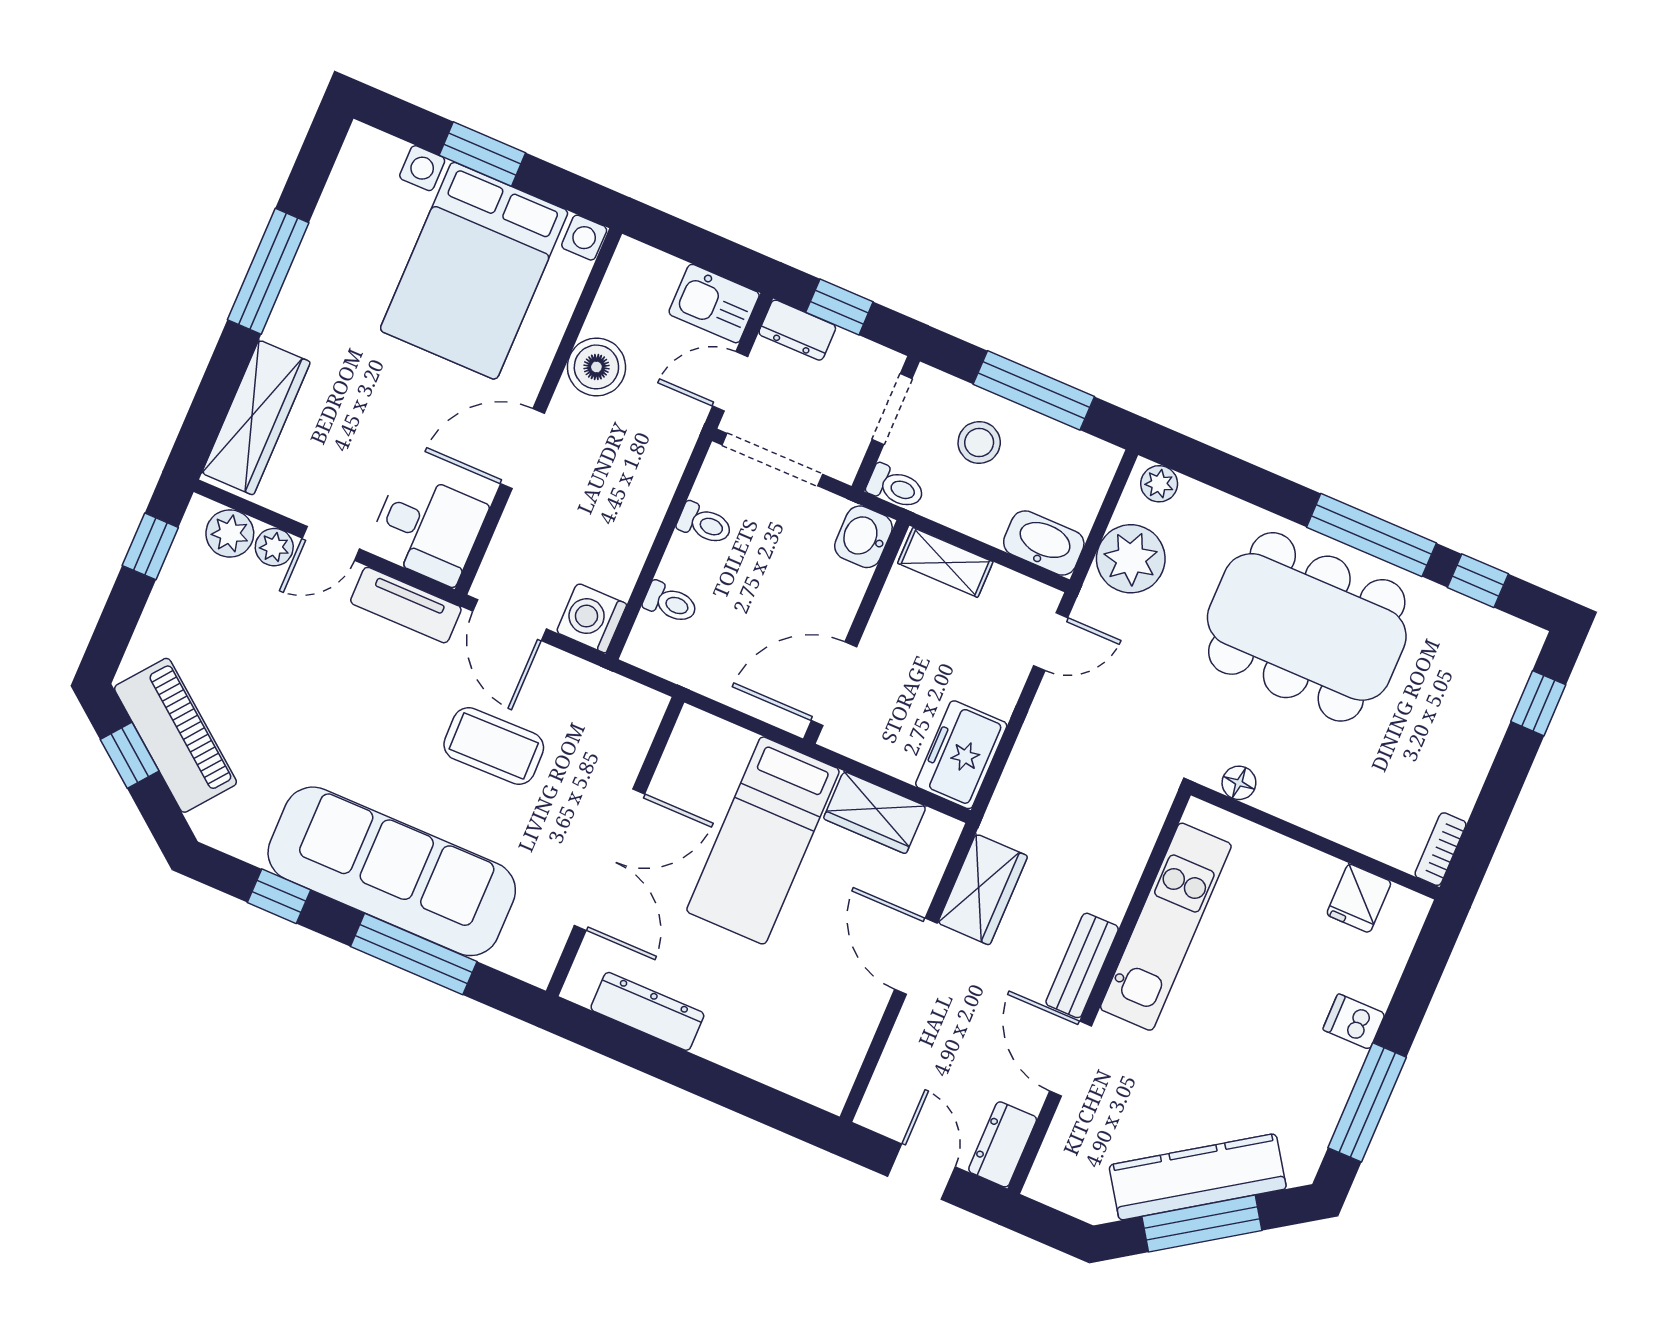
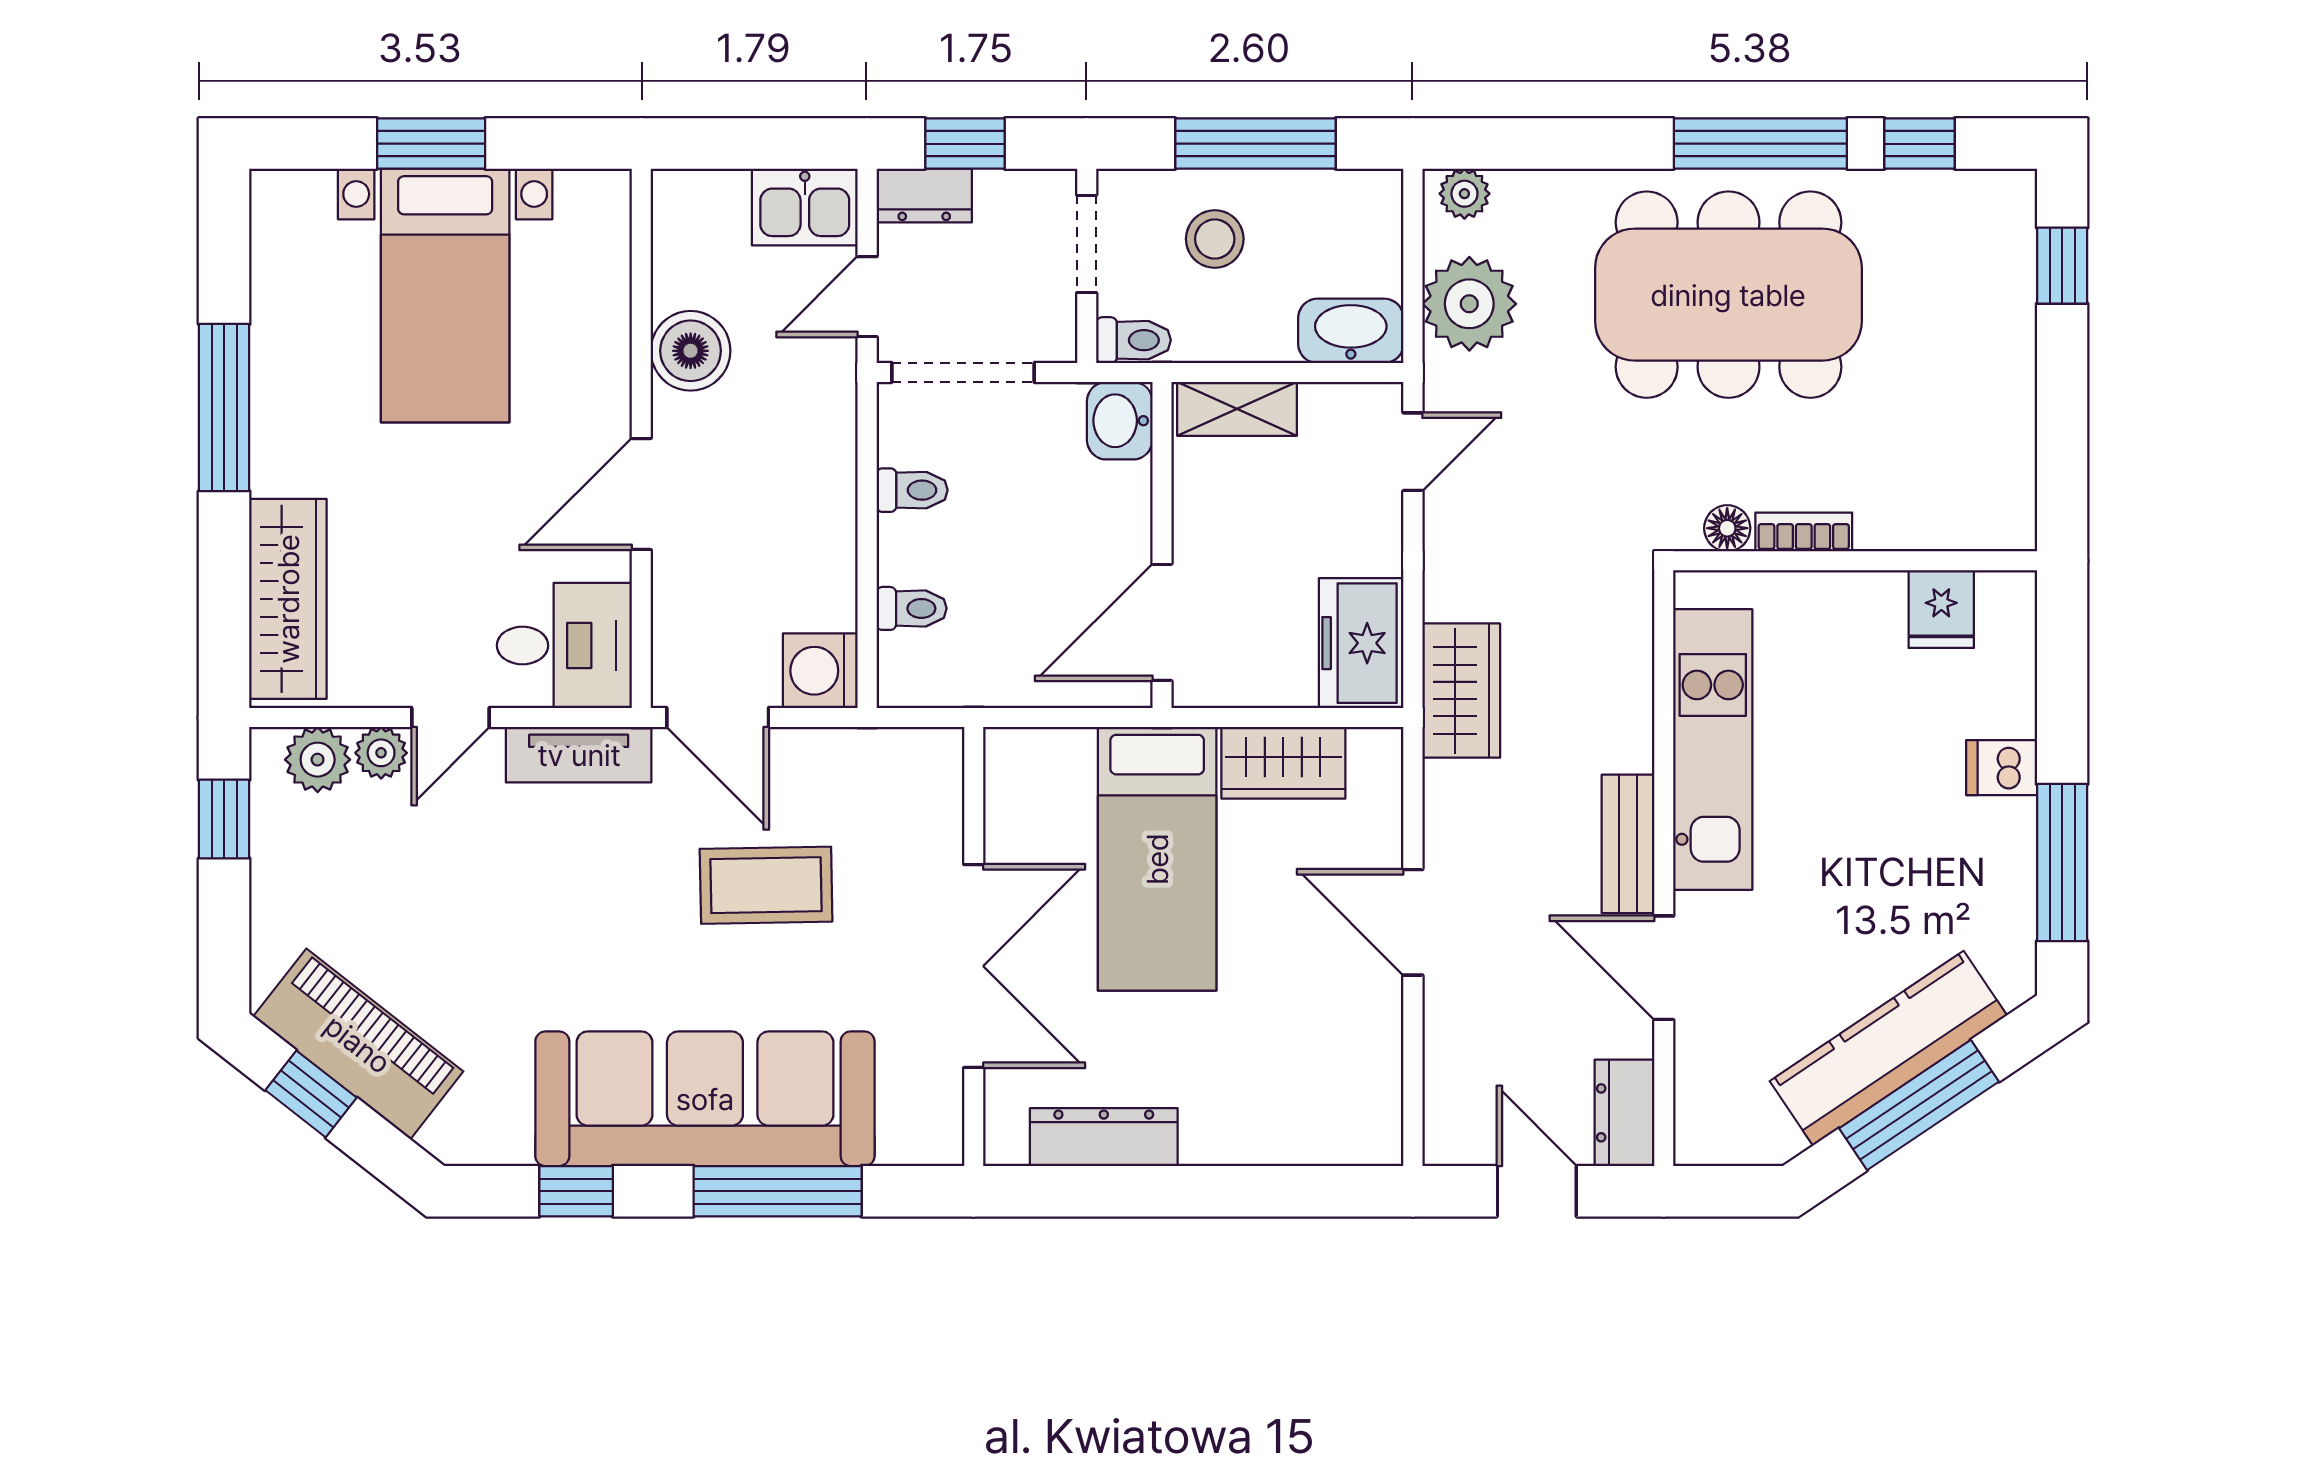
bed with nightstands: (474, 271) -> (445, 295), width x0.73
bookcase: (1440, 849) -> (1804, 532), moved, turned 90
wardrobe: (983, 889) -> (1461, 691), moved

